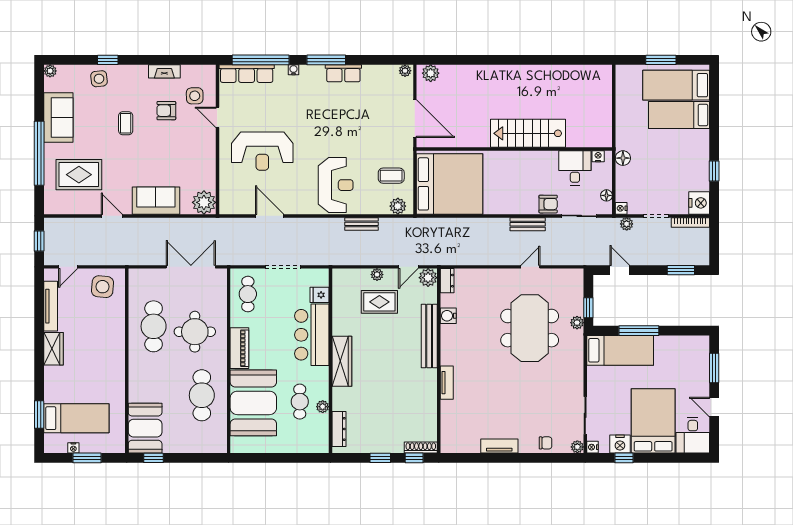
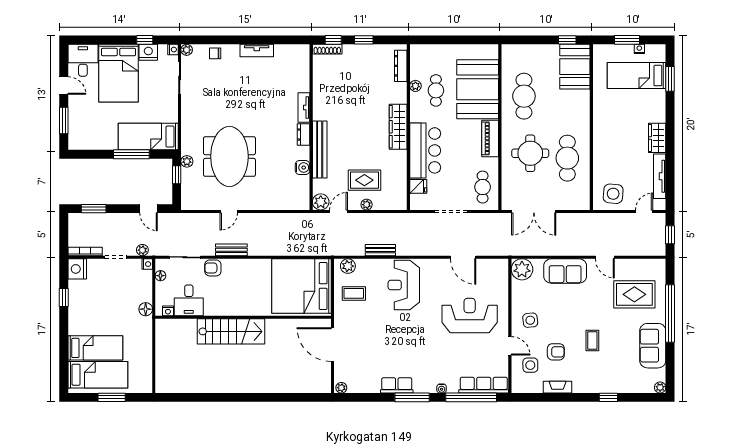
plant: (431, 73) -> (318, 385), removed
side table: (99, 79) -> (530, 320), moved
dresser: (447, 281) -> (304, 135), moved

